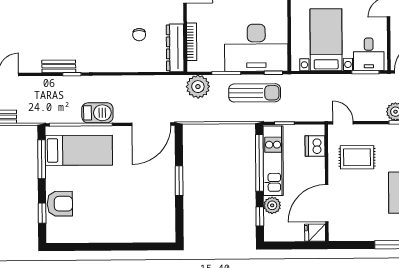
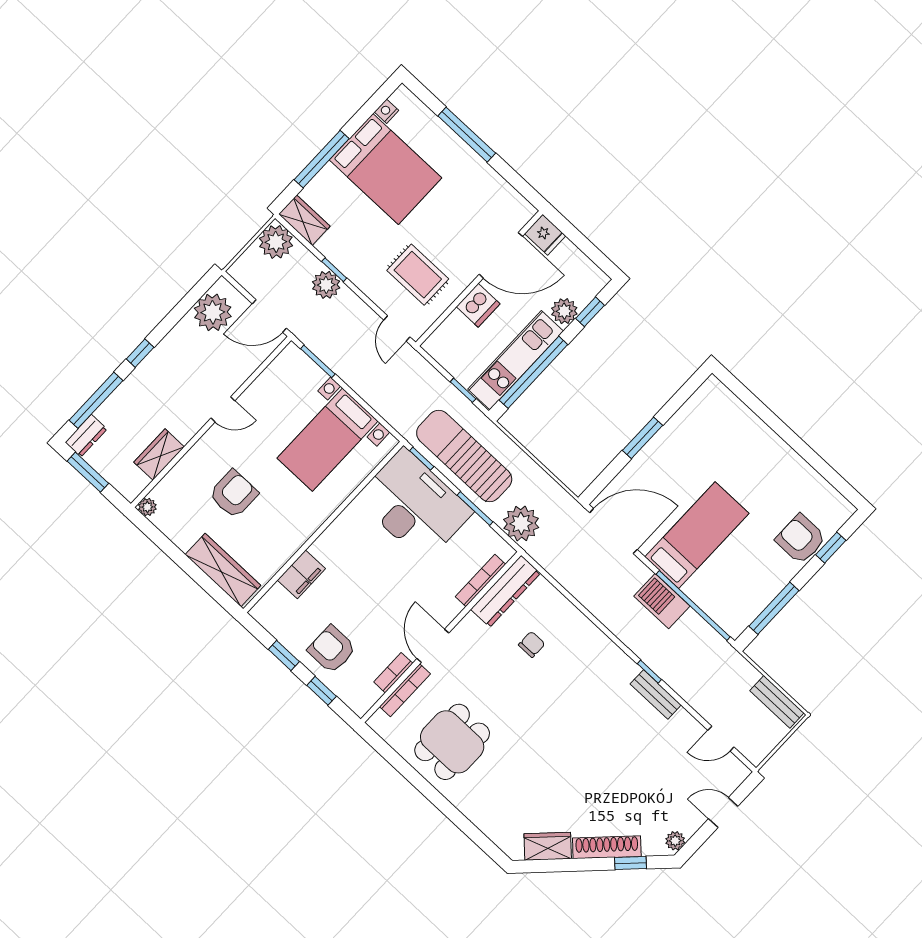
desk: (369, 54) -> (295, 378), removed
sun lounger: (255, 93) -> (464, 456), width x1.36, depth x1.34
dishwasher: (315, 146) -> (478, 305), moved
bed: (79, 150) -> (697, 535), moved, turned 90

